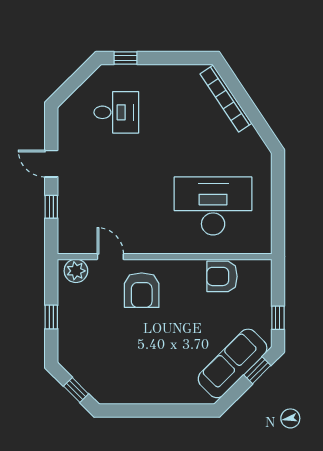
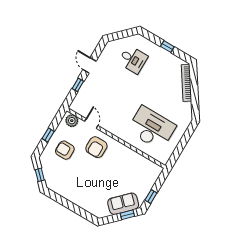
window: (125, 58) -> (167, 47), moved
armchair: (222, 276) -> (65, 150), moved
sofa: (233, 363) -> (123, 204), width x0.73

